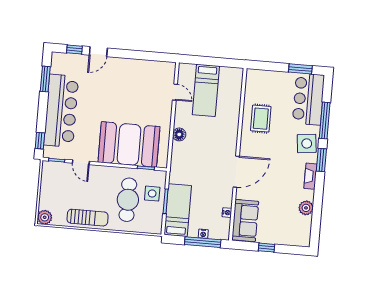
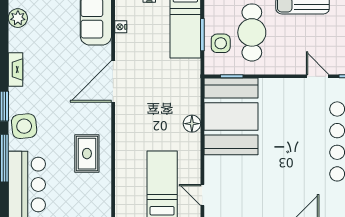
door: (175, 92) -> (202, 195), moved
booth: (129, 144) -> (231, 116), moved, turned 90
fireplace: (310, 176) -> (16, 69), moved
plant: (306, 208) -> (18, 18), moved

